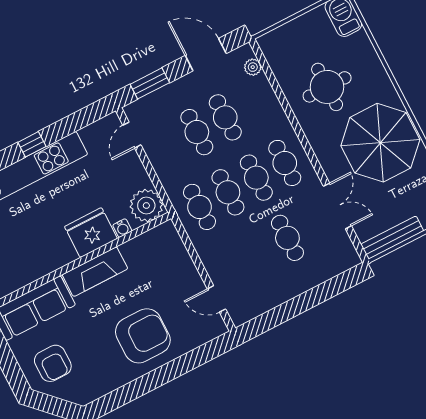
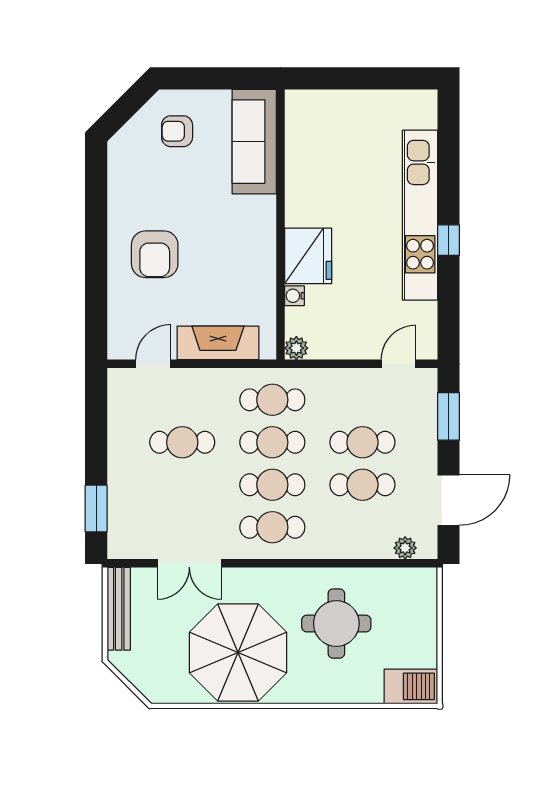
door: (132, 135) -> (398, 364), hinge flipped
plant: (146, 206) -> (296, 348), width x0.53, depth x0.53
cafe table: (287, 238) -> (182, 442), moved
fireplace: (95, 272) -> (218, 343), moved, turned 90
window: (333, 287) -> (96, 508), added
armchair: (143, 336) -> (155, 254), width x0.73, depth x0.73
armchair: (53, 363) -> (177, 131), width x0.72, depth x0.72

